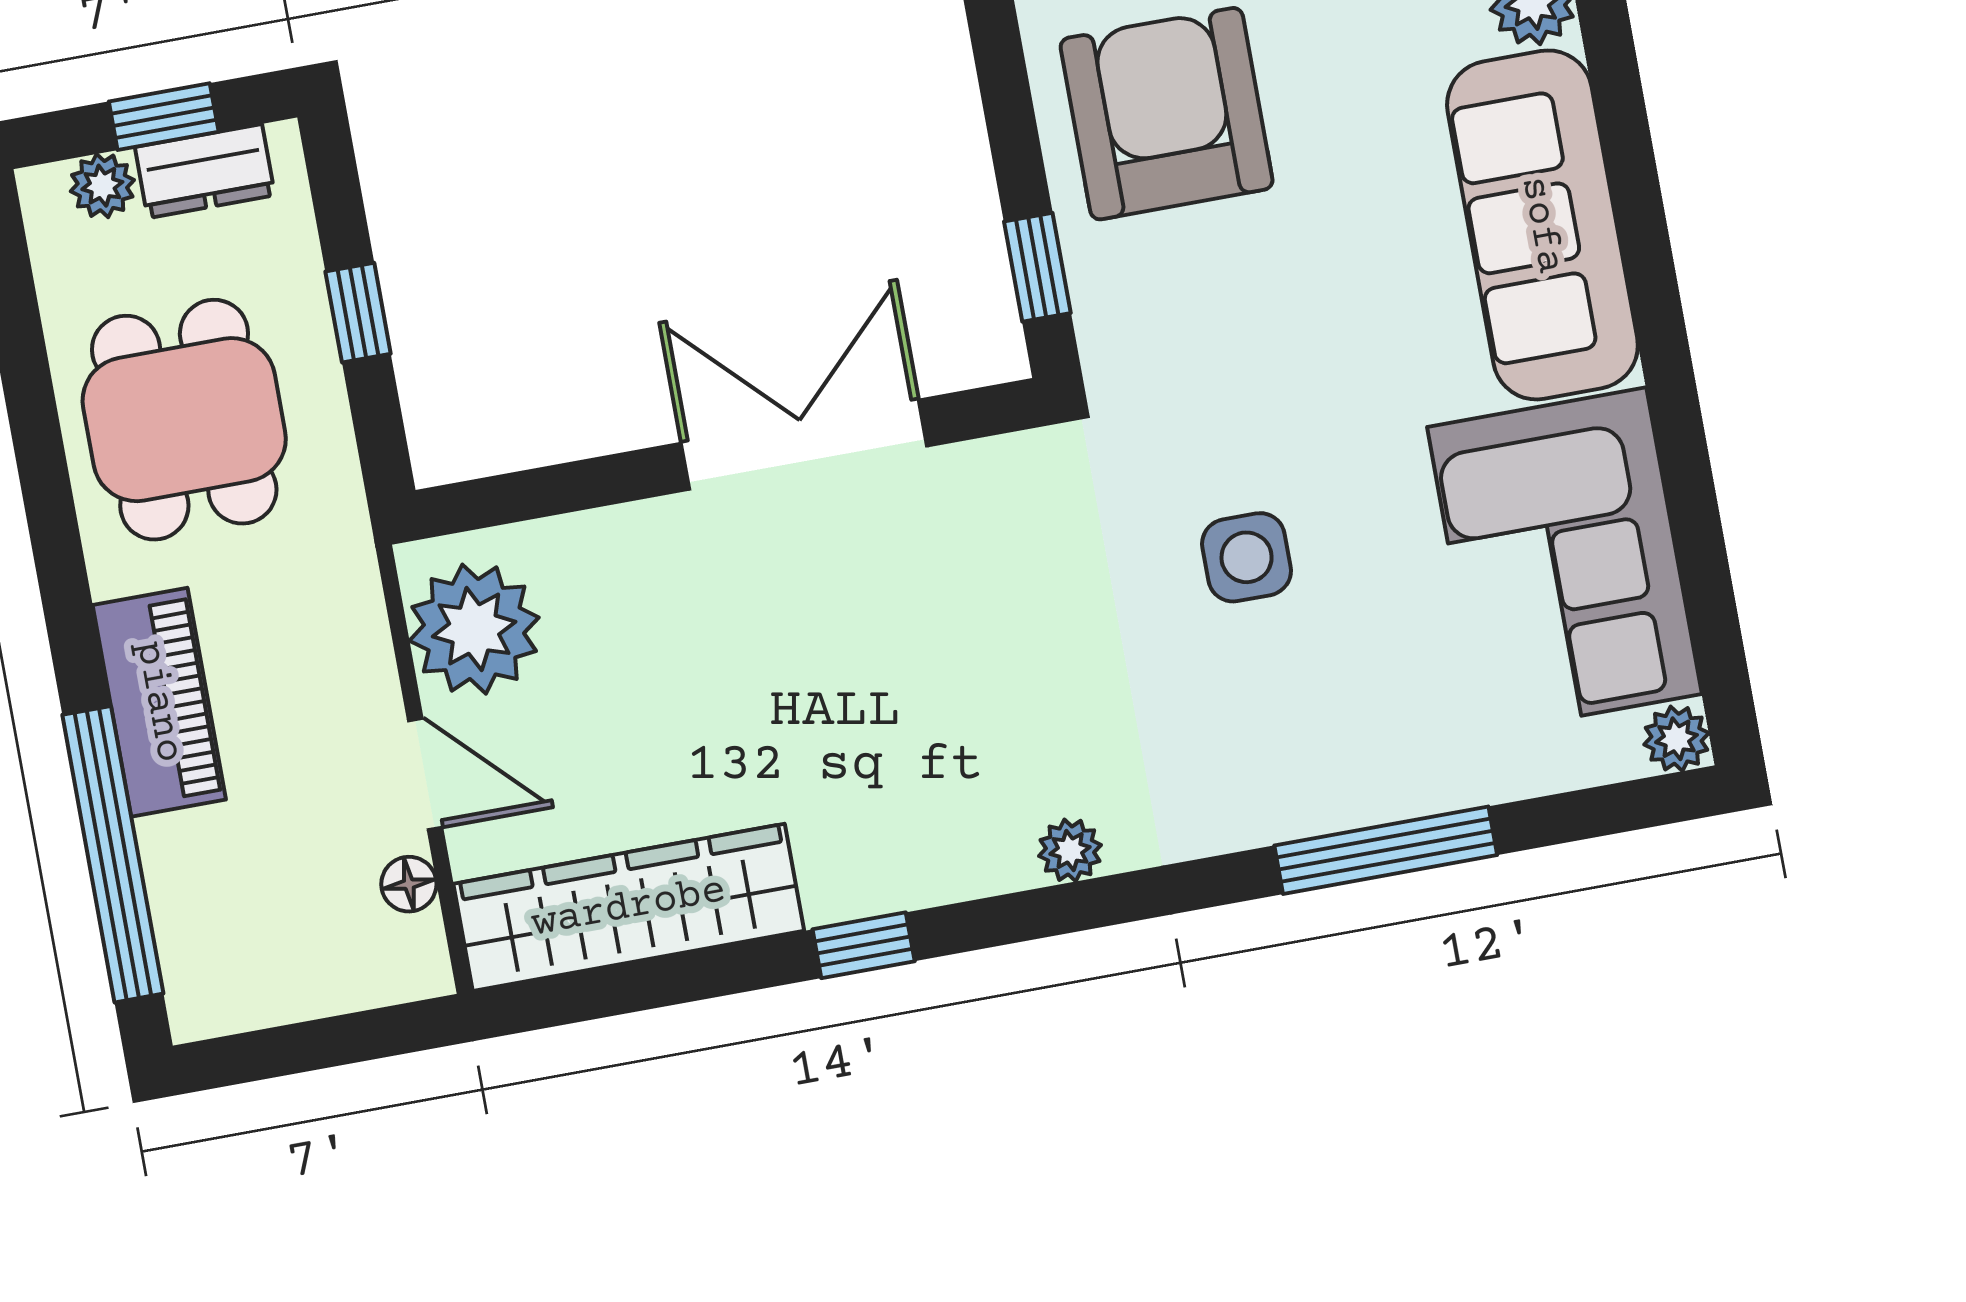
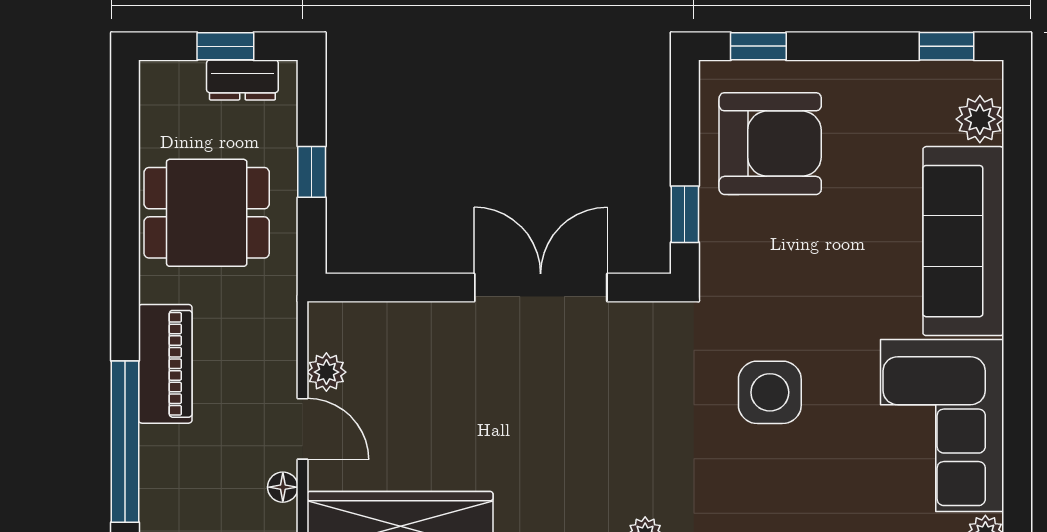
armchair: (1167, 114) -> (770, 144), turned 90
plant: (102, 186) -> (185, 78), removed
dining table: (184, 420) -> (207, 213), turned 90
side table: (1247, 557) -> (770, 392), width x1.37, depth x1.37
plant: (474, 629) -> (326, 372), width x0.53, depth x0.53

